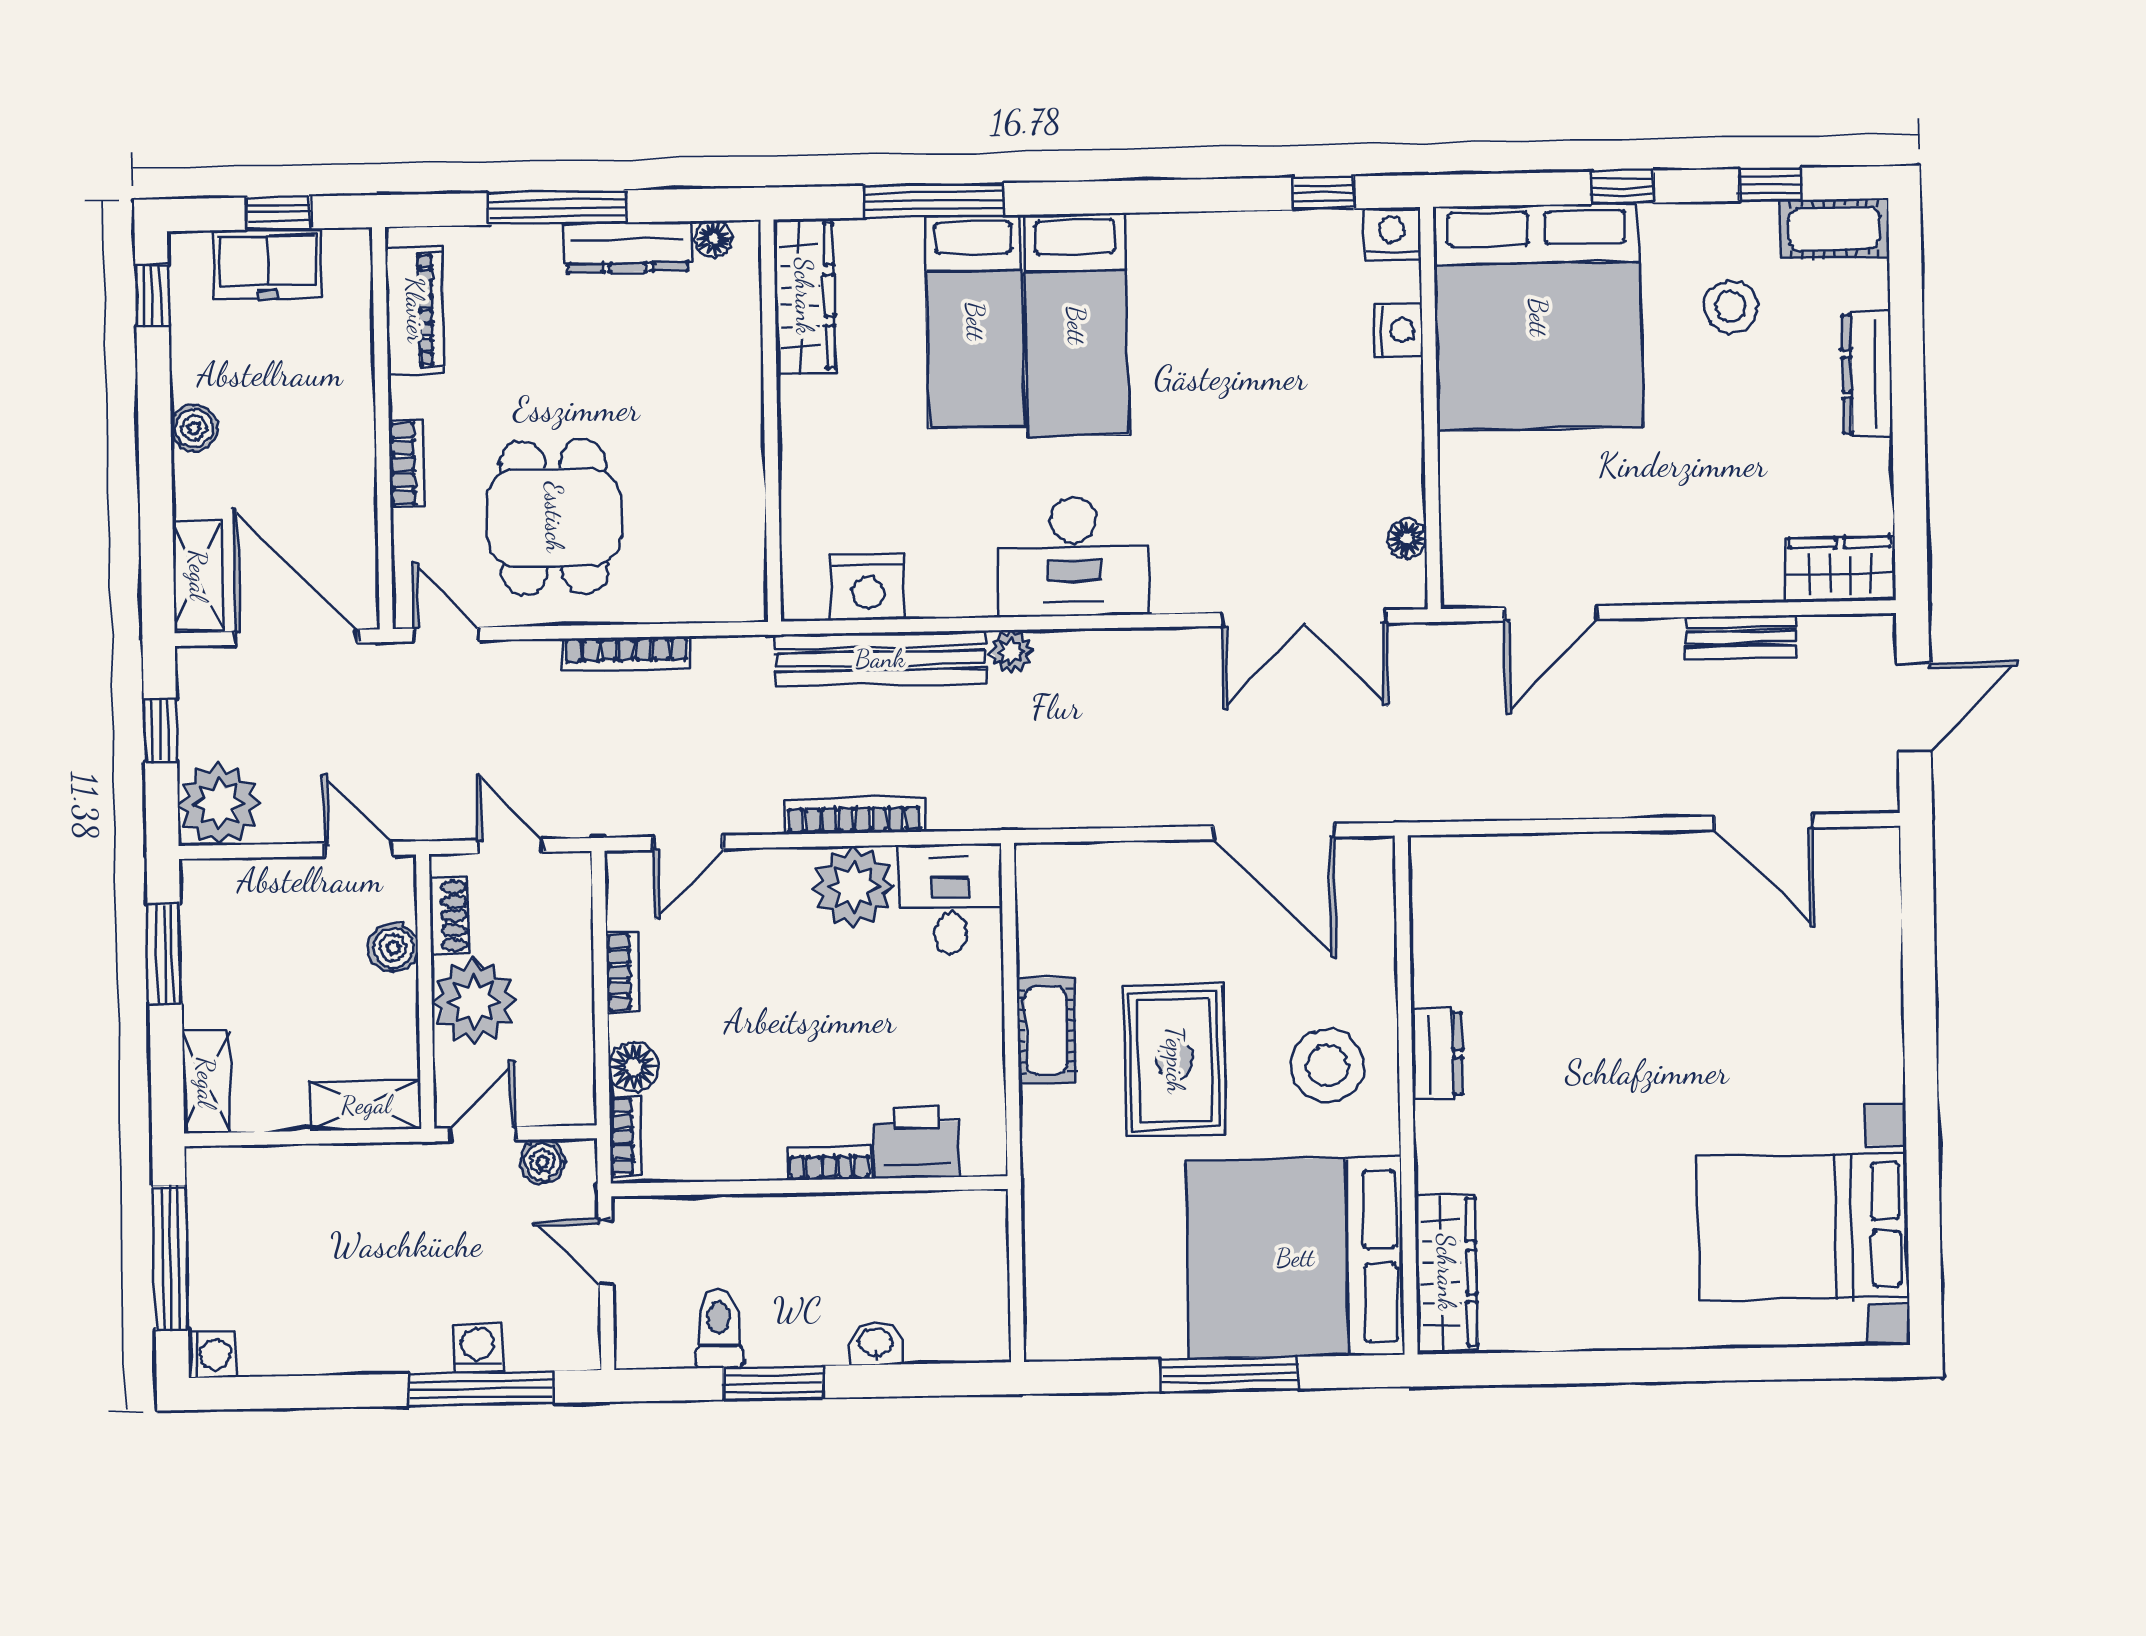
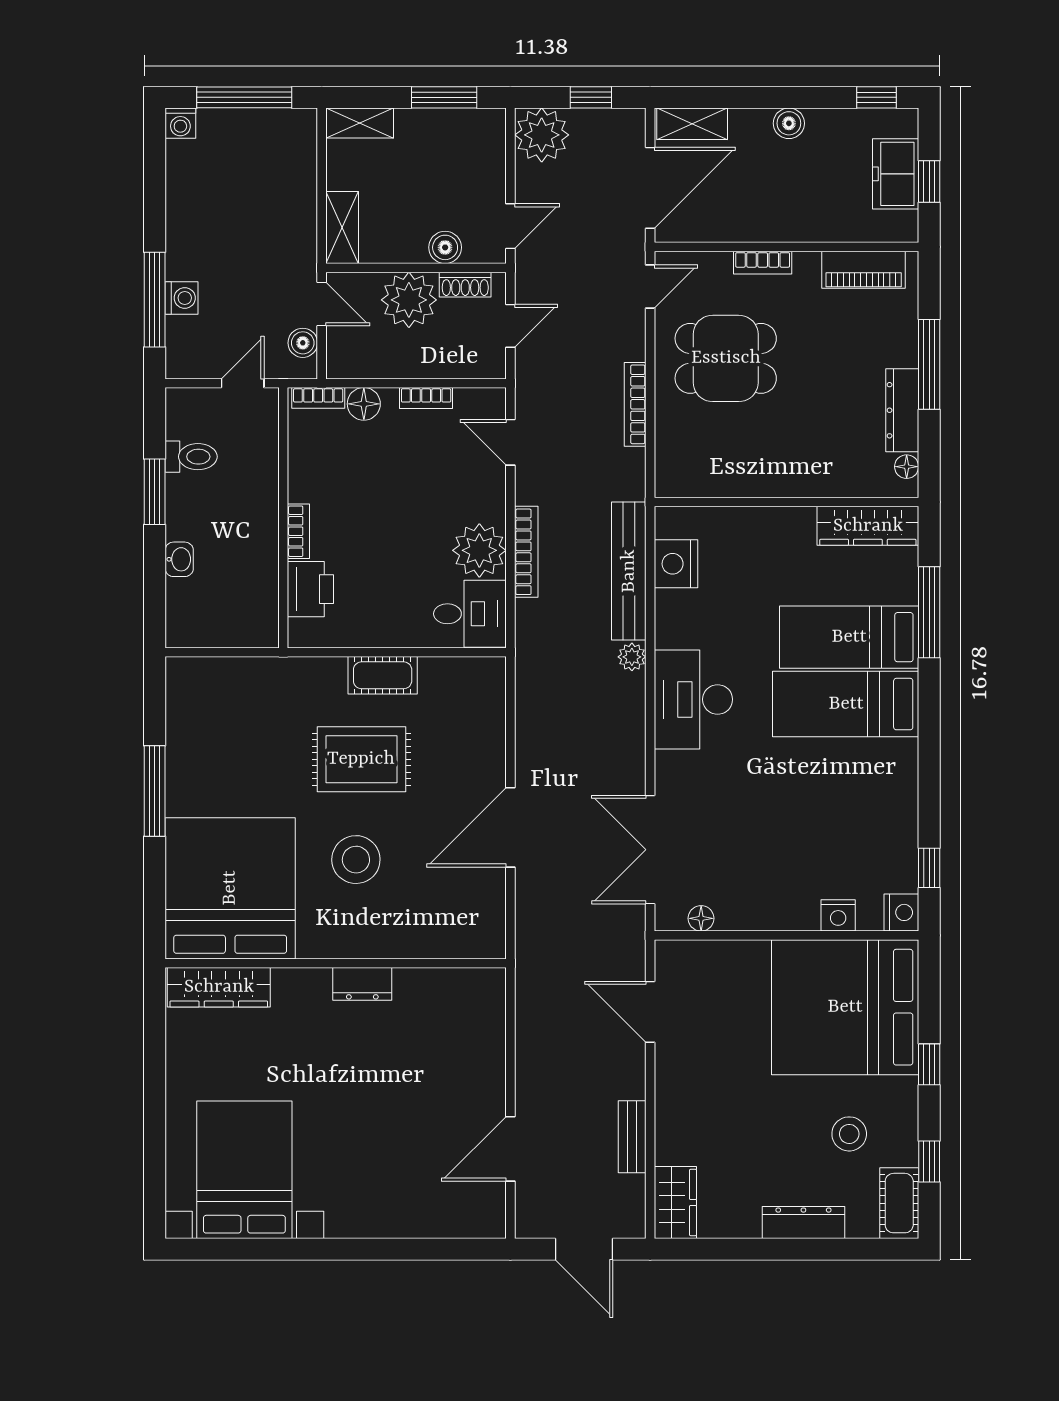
dresser: (1437, 1054) -> (362, 984), moved
wall: (1406, 1095) -> (336, 963), moved
bed: (1295, 1258) -> (230, 888), moved
wardrobe: (1446, 1272) -> (219, 987), moved

